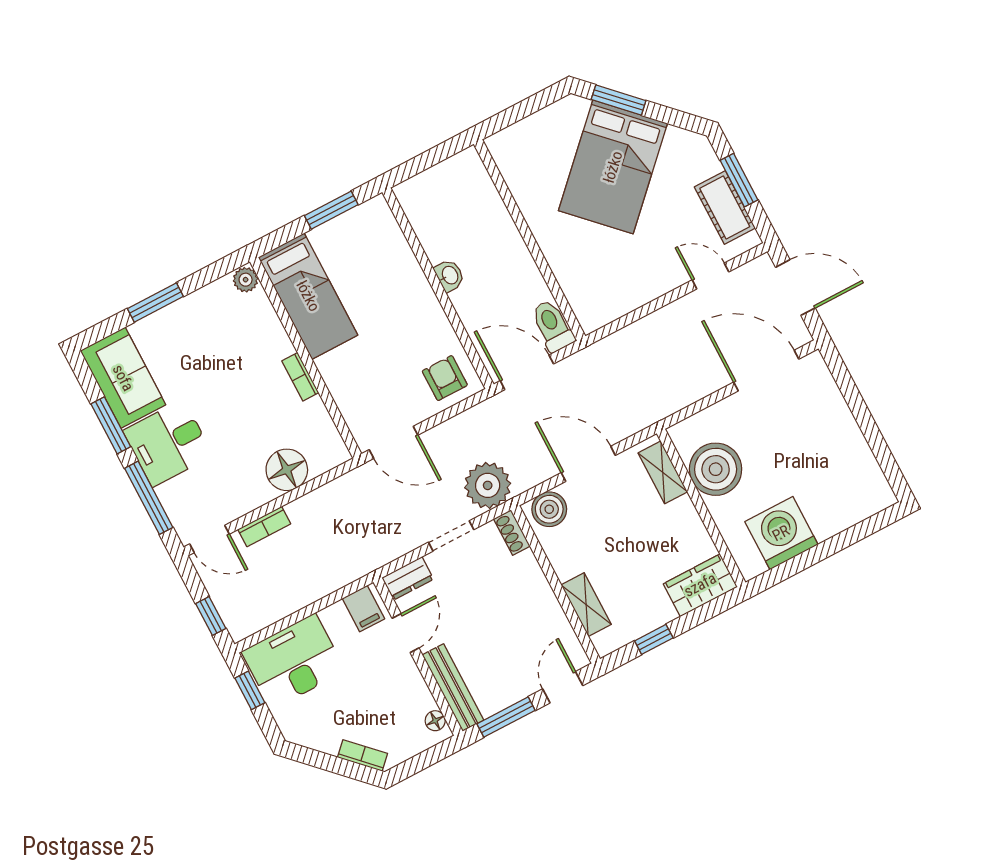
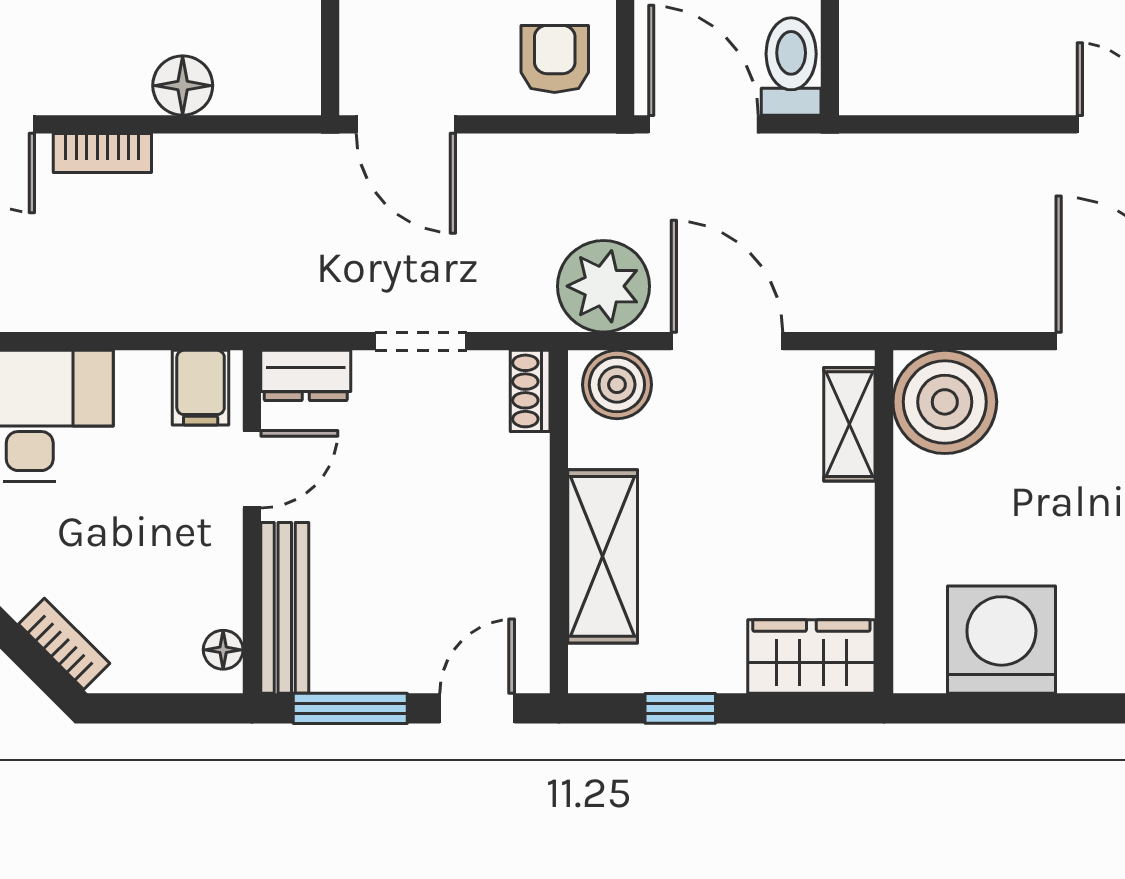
boiler: (716, 469) -> (945, 402), moved
floor lamp: (287, 470) -> (183, 86), width x0.73, depth x0.73
plant: (488, 485) -> (604, 286), moved
shelving: (586, 605) -> (603, 556), width x1.50, depth x1.33

